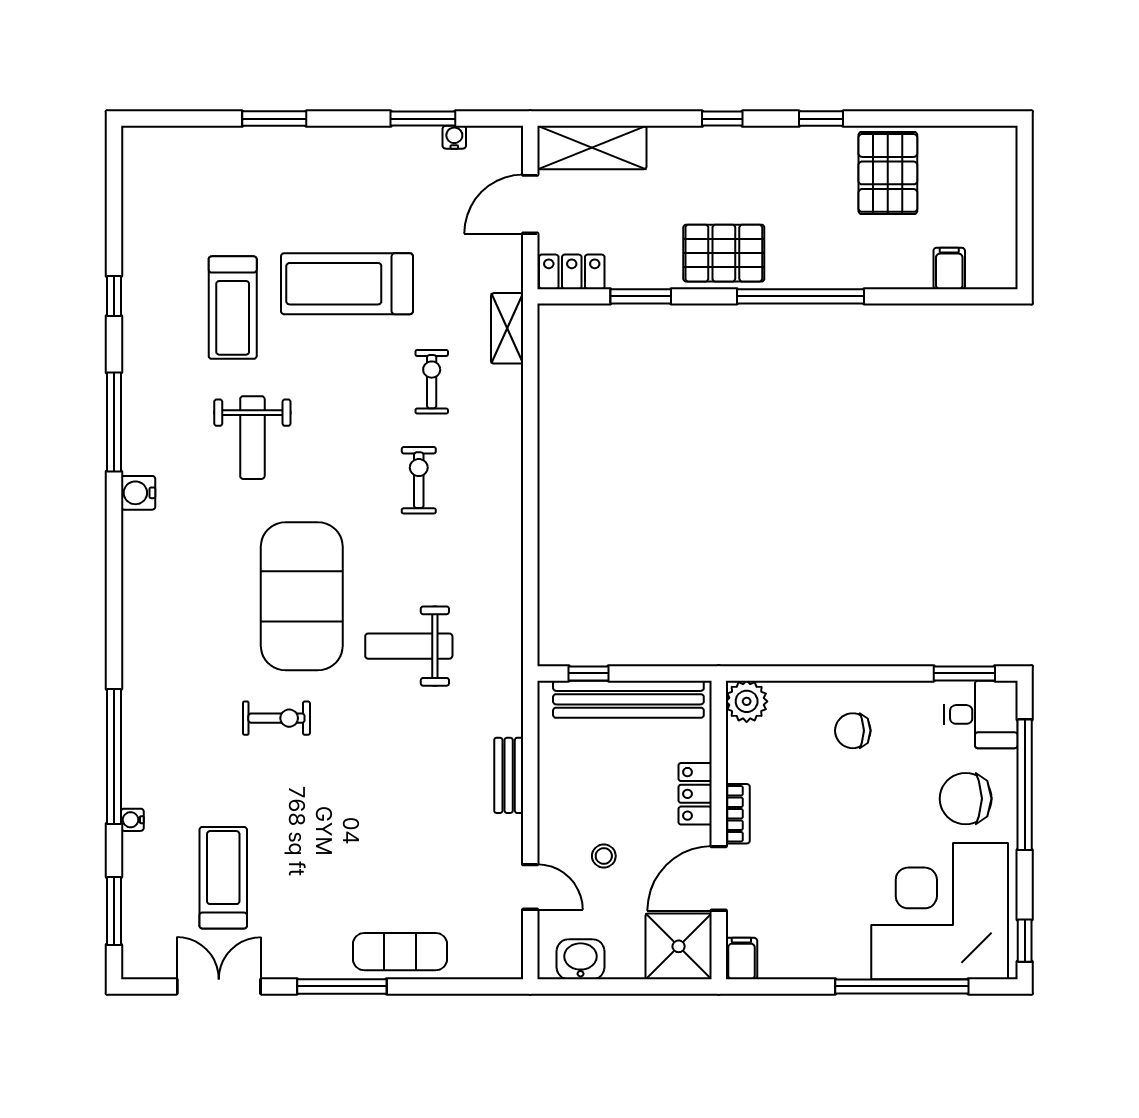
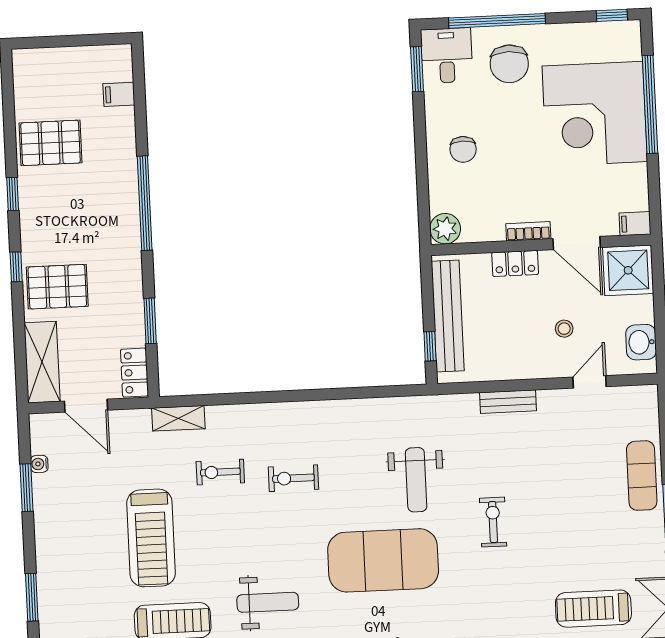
pallet: (724, 253) -> (57, 287), moved, turned 90
exercise bike: (276, 718) -> (493, 522), moved
corner desk: (940, 911) -> (595, 114), moved

